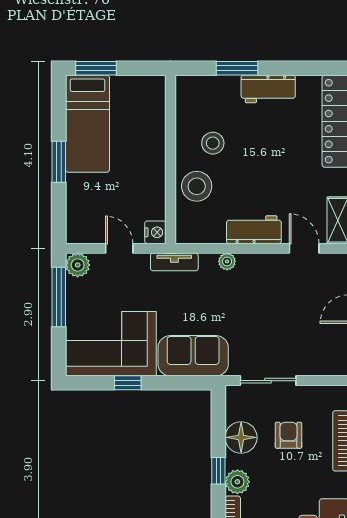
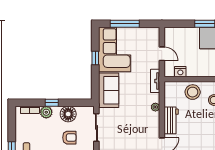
nightstand: (155, 232) -> (180, 72), moved
door: (119, 248) -> (162, 54), hinge flipped
plant: (78, 265) -> (154, 33), removed
window: (59, 297) -> (125, 24), moved

